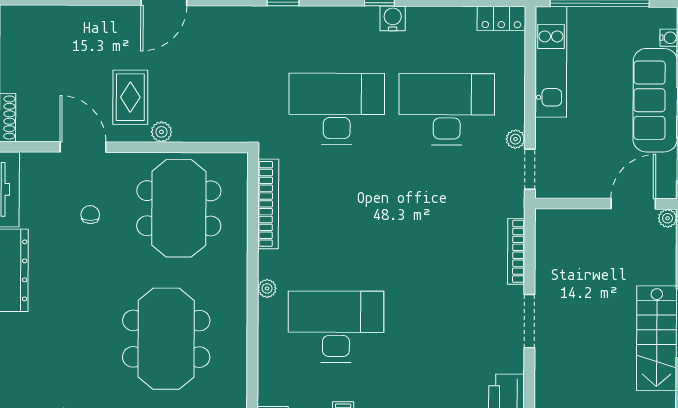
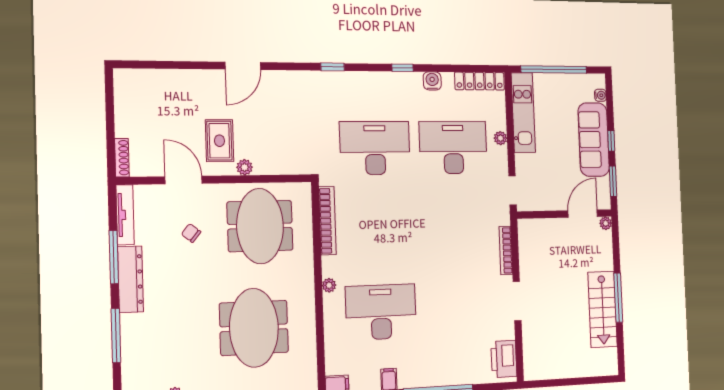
water cooler: (393, 18) -> (432, 81), moved
locker: (501, 19) -> (480, 81), width x1.53
plant: (515, 139) -> (500, 138), moved
chair: (90, 215) -> (191, 233), turned -51

